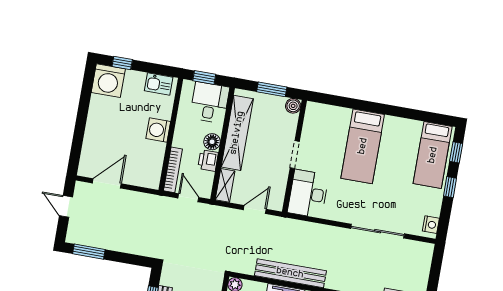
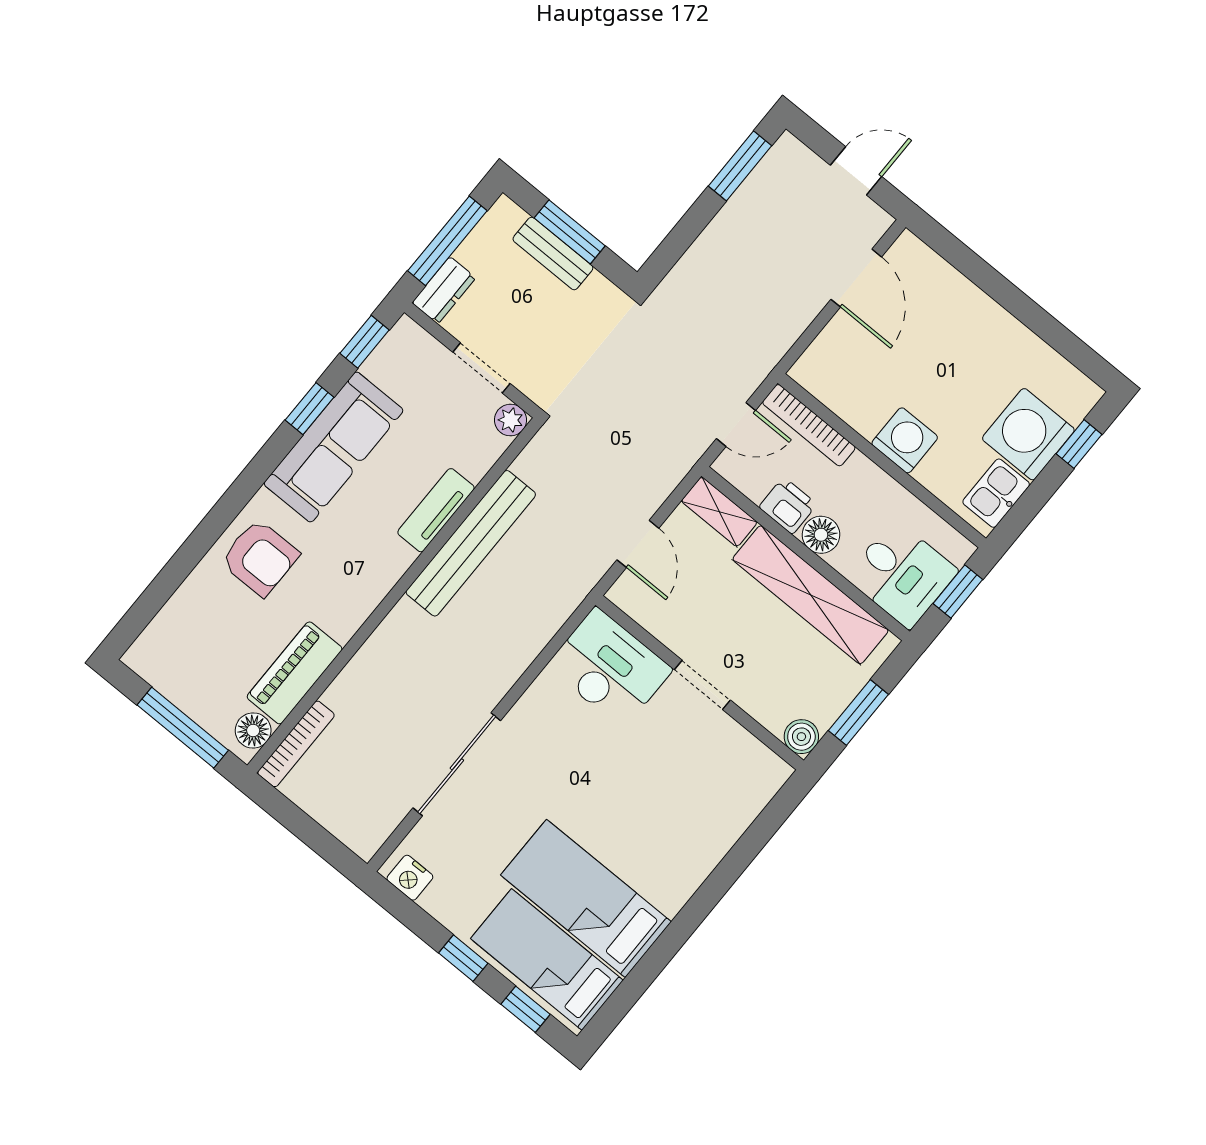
washing machine: (108, 81) -> (1028, 434), moved
bed: (363, 146) -> (586, 898), moved

